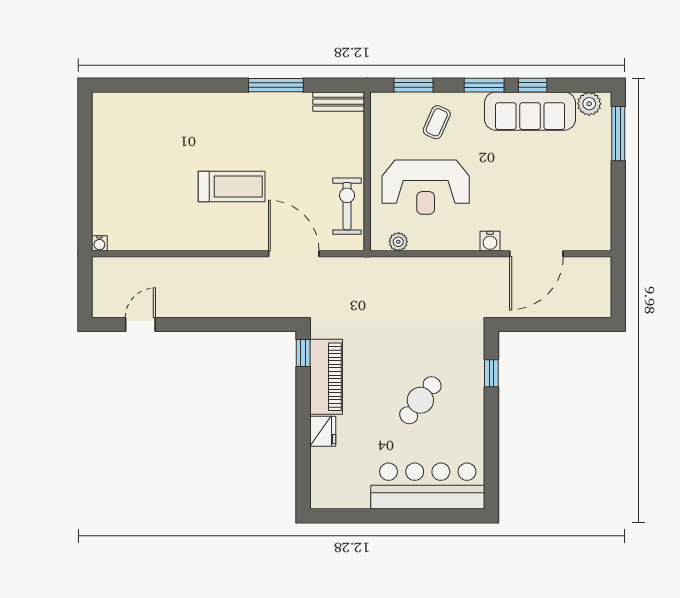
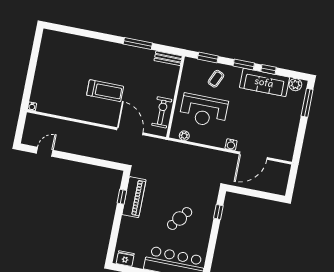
window: (303, 353) -> (122, 197), moved
fridge: (323, 431) -> (125, 259), moved, turned -90

